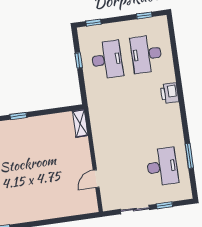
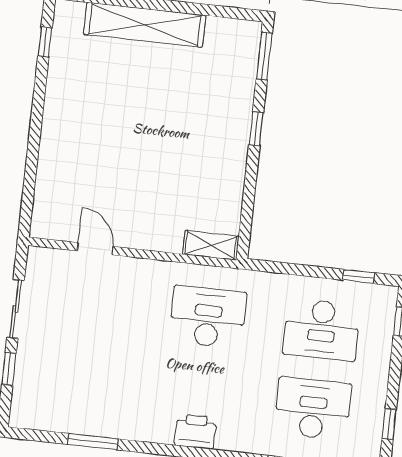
window: (79, 60) -> (359, 276), moved
printer: (170, 93) -> (195, 431), moved
desk: (162, 167) -> (208, 317), moved, turned 180

